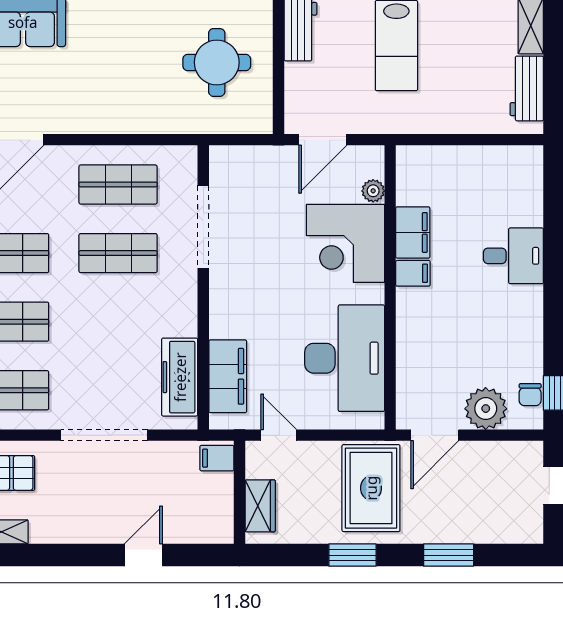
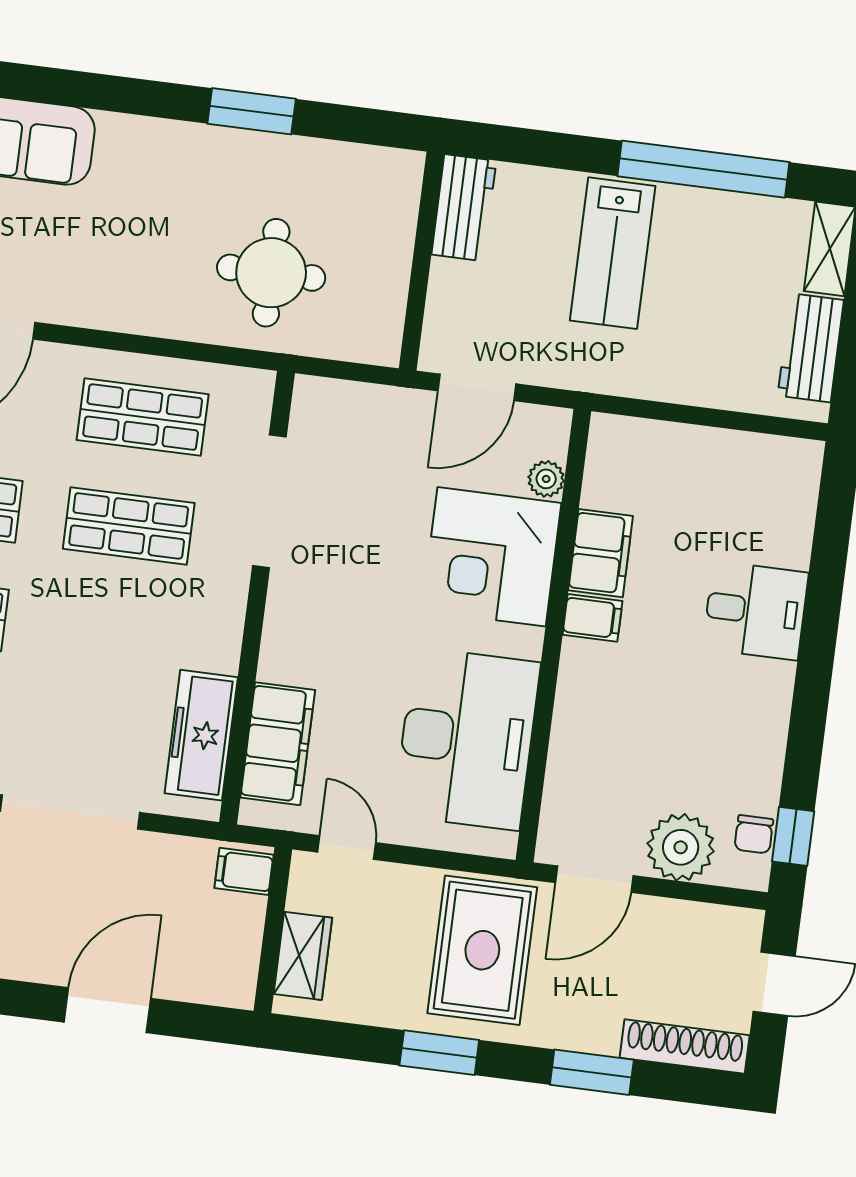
round table: (217, 62) -> (271, 273), moved
shoe rack: (504, 532) -> (685, 1047), added
door: (143, 555) -> (107, 1010), width x1.38

